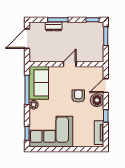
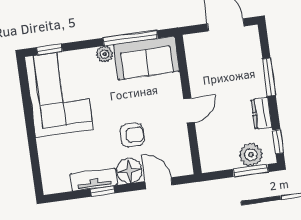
dresser: (54, 26) -> (261, 113), moved
plant: (97, 35) -> (251, 155), added
door: (70, 64) -> (189, 111), hinge flipped
tv unit: (99, 133) -> (94, 180), moved

